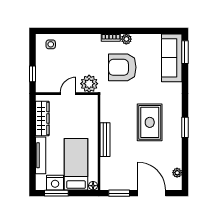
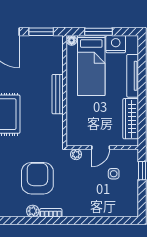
side table: (51, 44) -> (114, 174), moved
armchair: (122, 67) -> (37, 178), turned -90
plant: (89, 84) -> (76, 154), width x0.53, depth x0.53
window: (56, 193) -> (99, 32), moved

